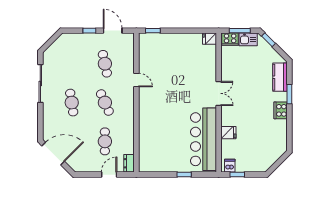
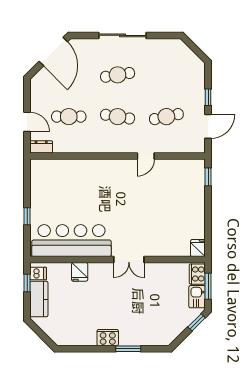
kitchen counter: (280, 77) -> (39, 299), moved, turned 90
sliding door: (40, 83) -> (122, 35), moved
cafe table: (105, 103) -> (118, 117), turned 33

